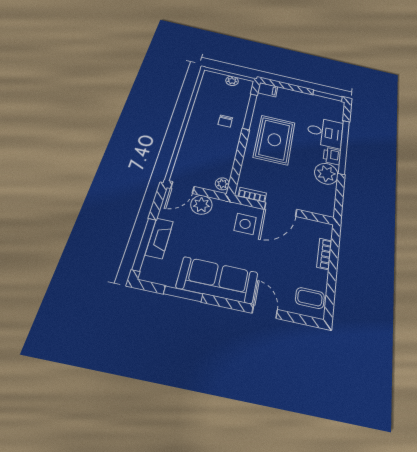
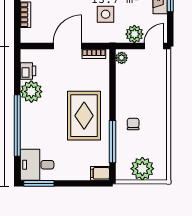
plant: (232, 81) -> (142, 169), width x1.87, depth x1.87
desk: (325, 132) -> (37, 165), moved
printer: (332, 156) -> (28, 71), moved
side table: (245, 224) -> (106, 14), moved

